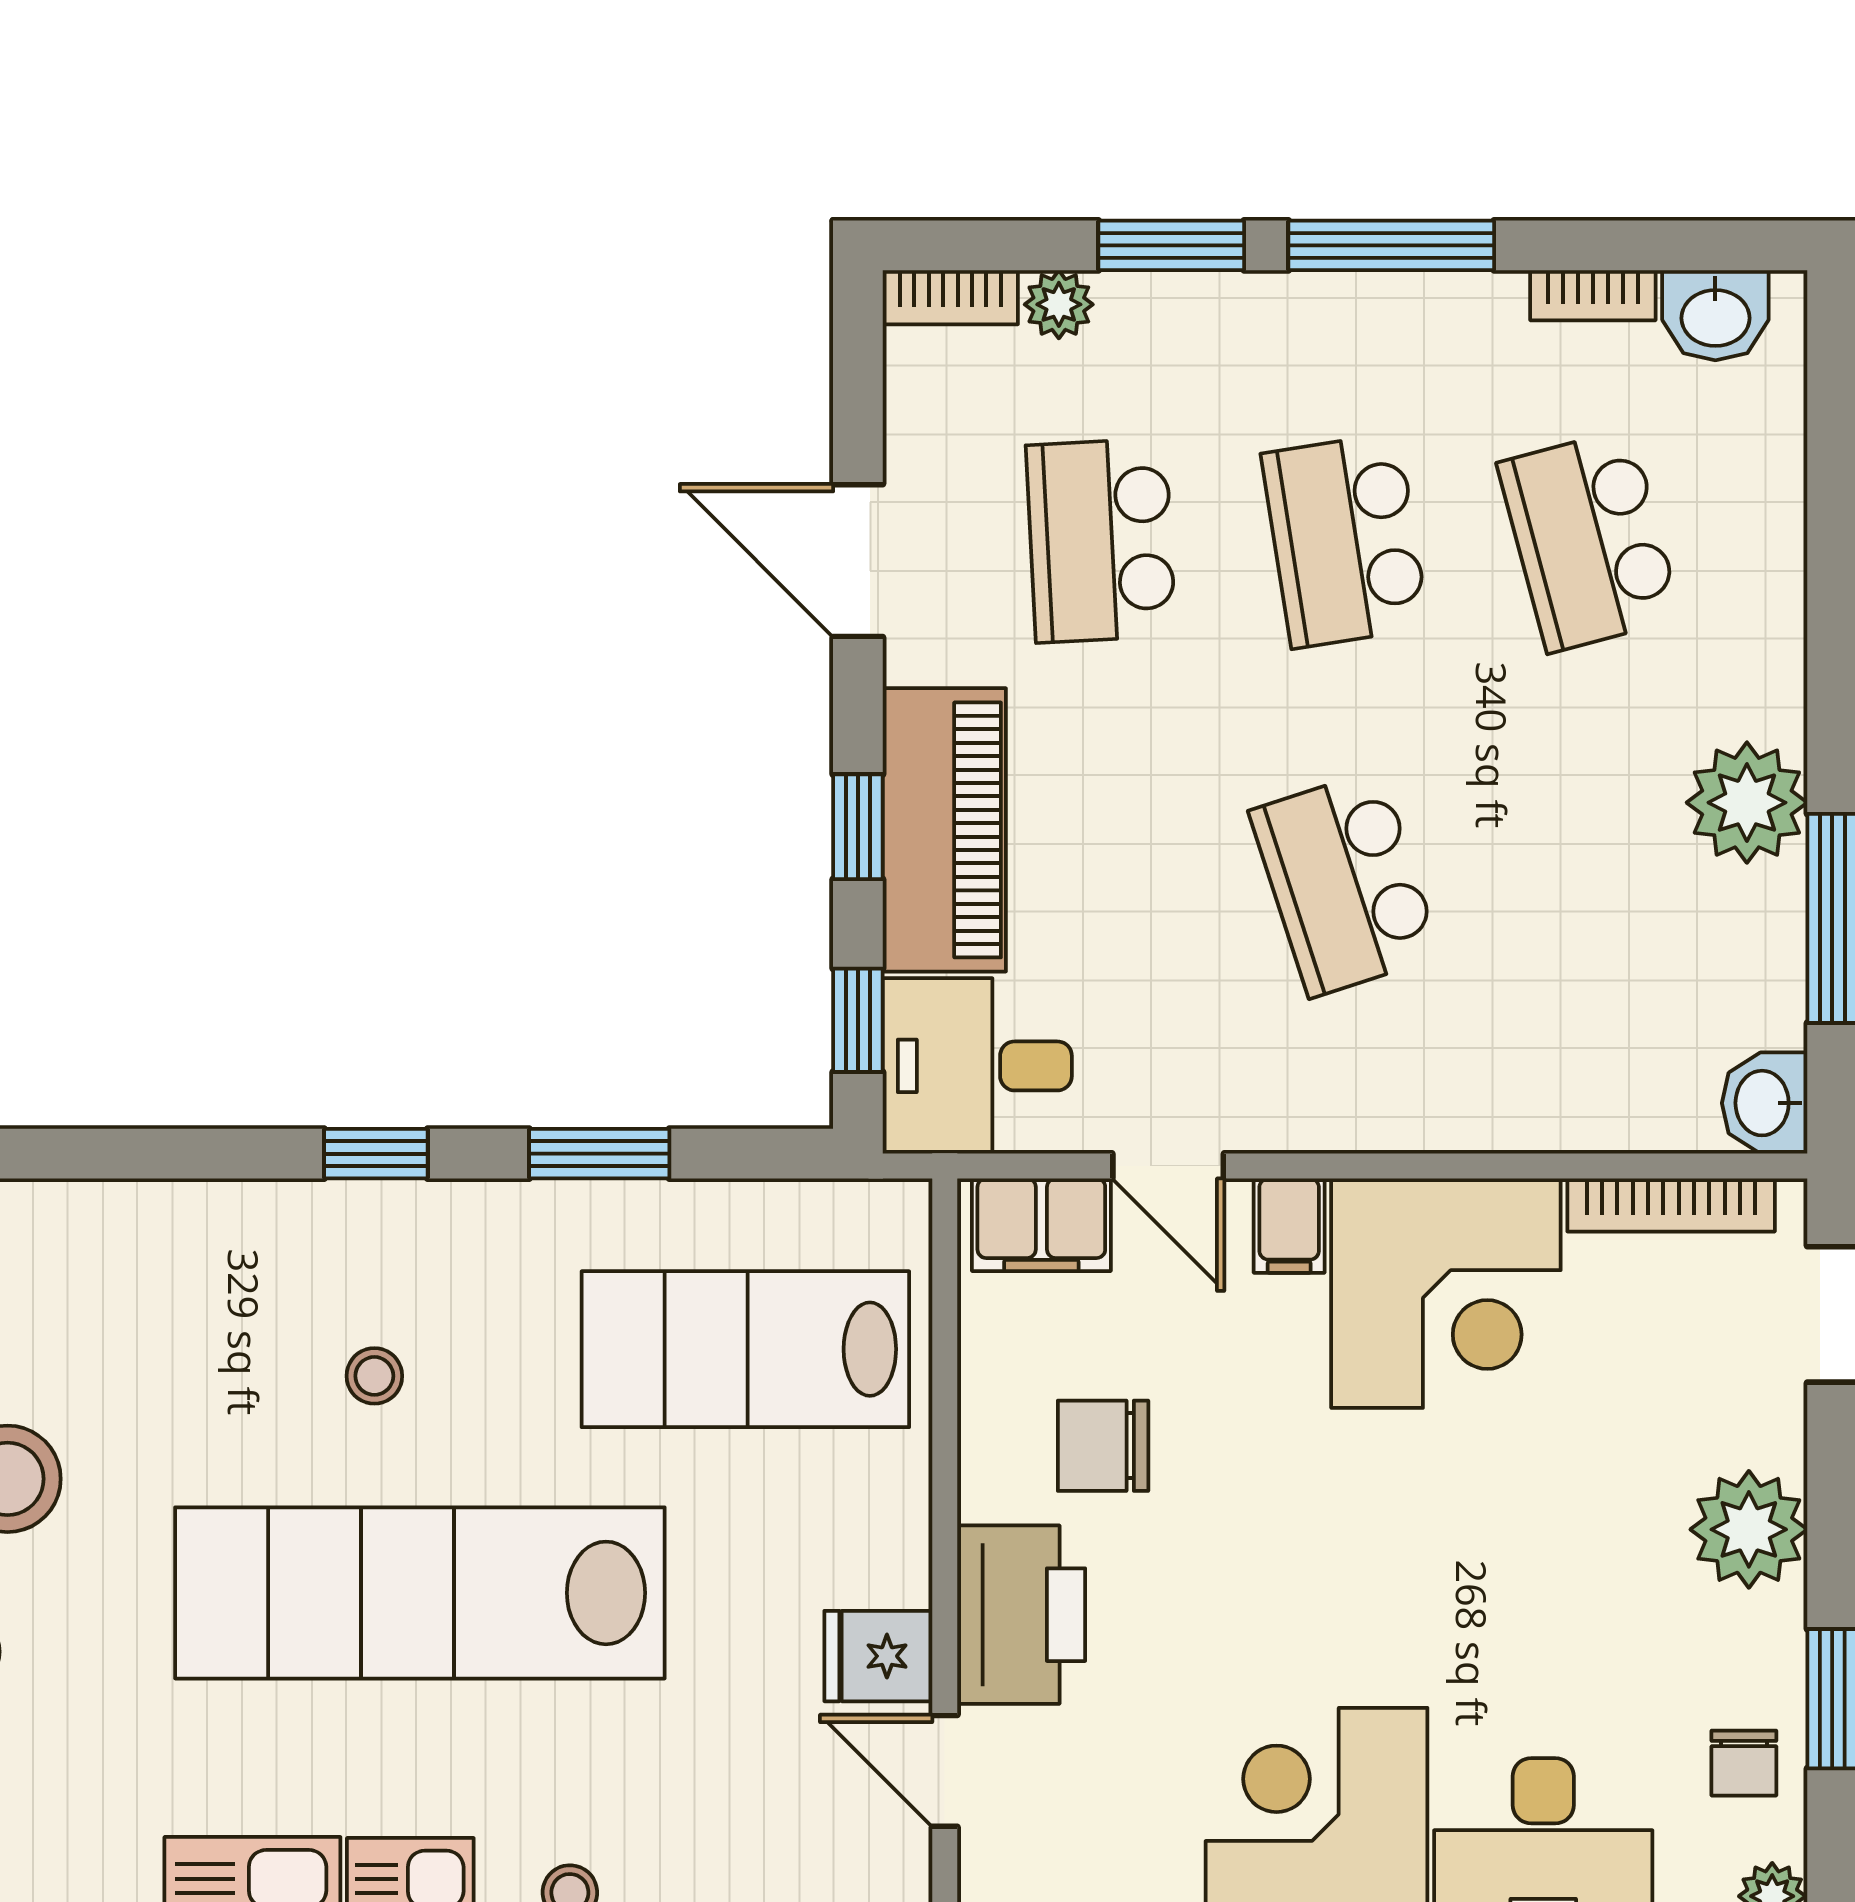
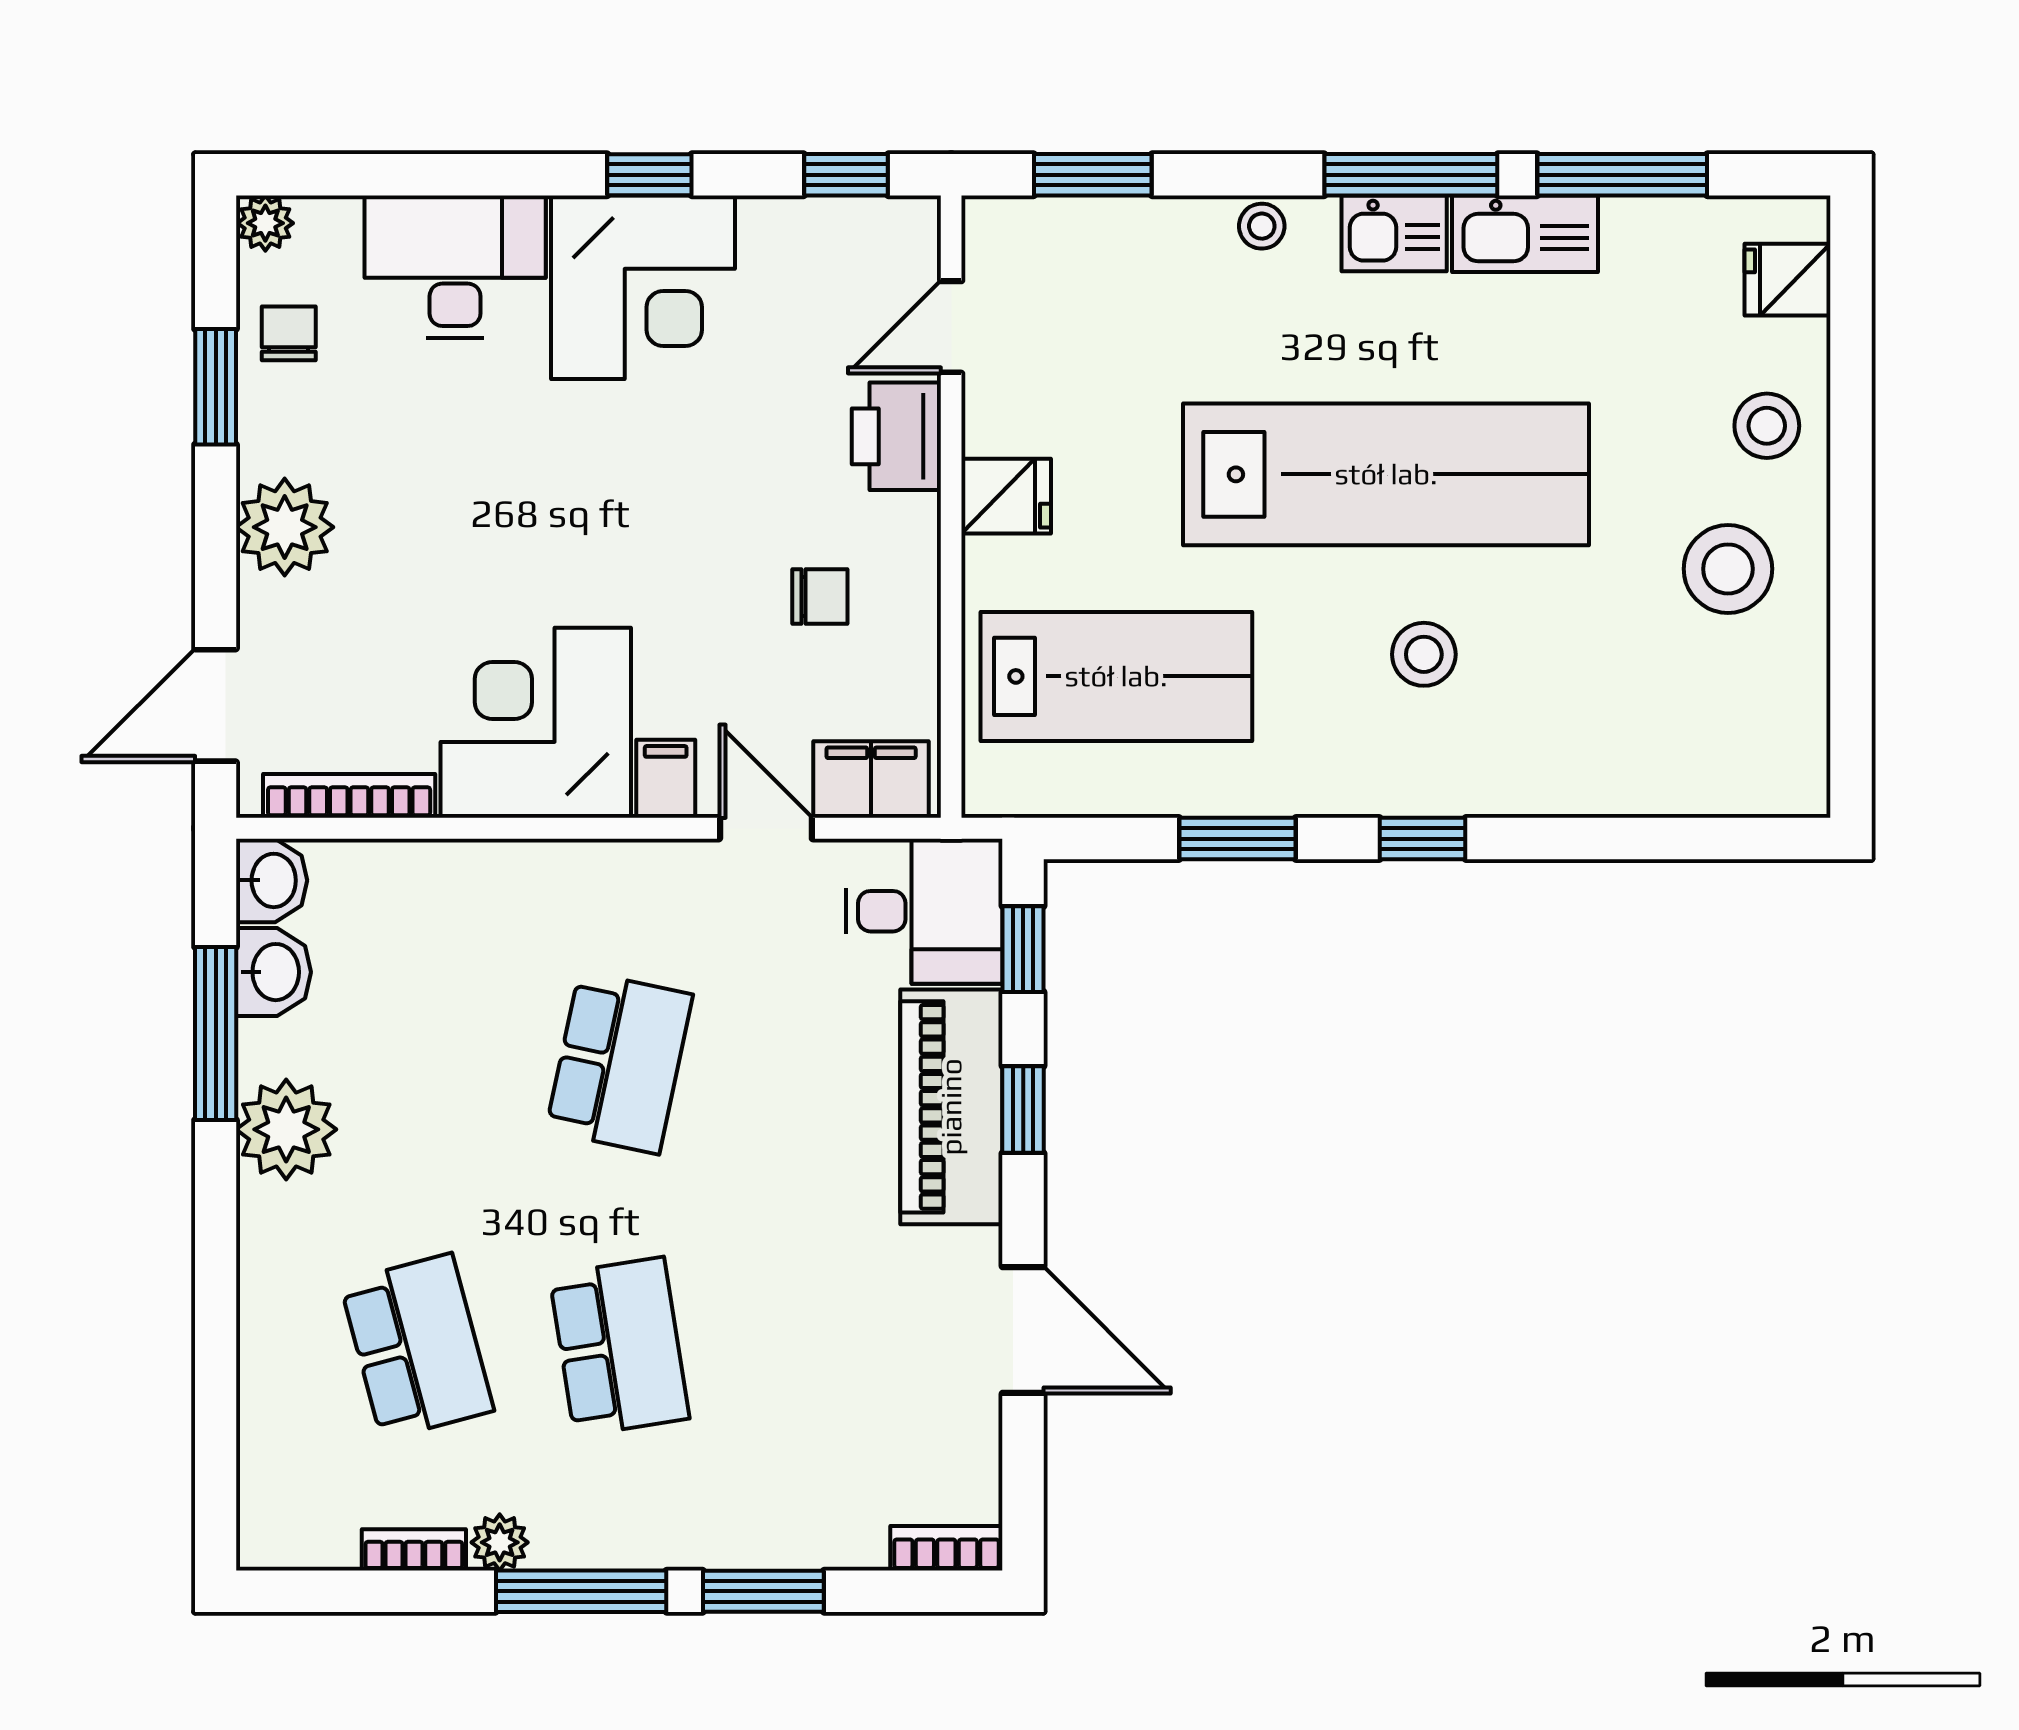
plant: (1059, 304) -> (500, 1542), moved
washbasin: (1715, 315) -> (273, 972), moved, turned 90
school desk: (1101, 541) -> (822, 1347), removed
school desk: (1345, 883) -> (619, 1063), turned 30
stool: (374, 1376) -> (1424, 654), width x1.37, depth x1.37
chair: (1103, 1446) -> (820, 596), width x0.73, depth x0.73
printer: (1021, 1615) -> (896, 436), width x0.73, depth x0.84
fridge: (878, 1656) -> (1006, 496), moved
door: (945, 1771) -> (951, 327), swing flipped

